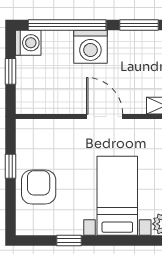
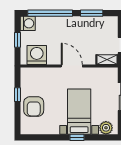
washing machine: (90, 47) -> (37, 55), moved, turned 180
armchair: (39, 187) -> (34, 107), turned 180
window: (69, 241) -> (77, 137), moved

